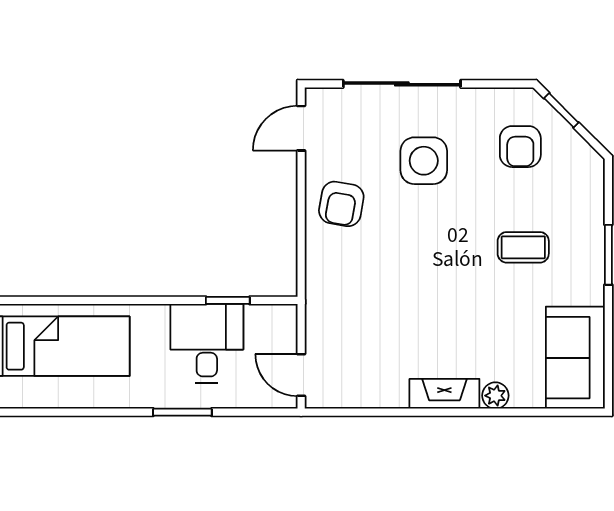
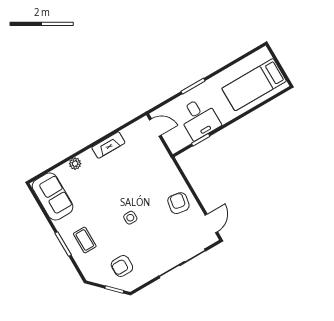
armchair: (520, 147) -> (122, 266), turned -90
side table: (424, 161) -> (130, 218), moved, width x0.54, depth x0.54
coffee table: (523, 247) -> (85, 240), moved, turned 90
fireplace: (444, 394) -> (108, 145), moved

